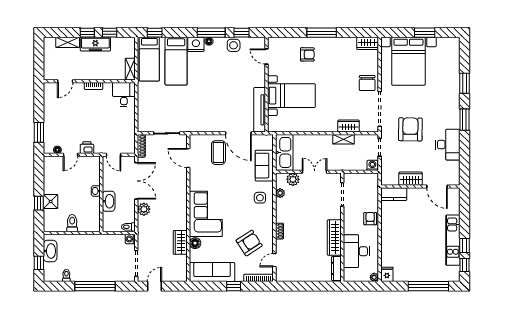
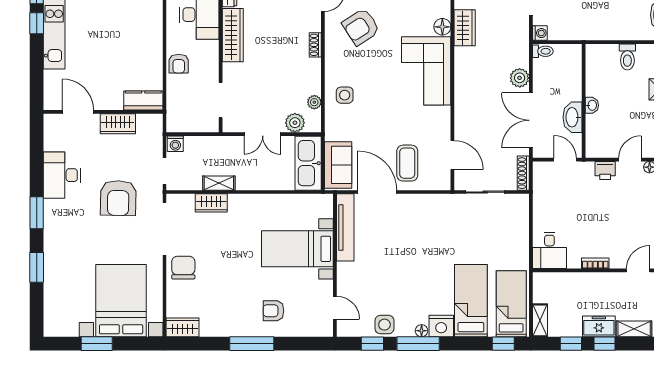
freezer: (95, 44) -> (599, 326), width x0.71
shelving: (130, 69) -> (540, 320), moved
sofa: (264, 166) -> (338, 165), moved
washbasin: (109, 201) -> (573, 117), moved

